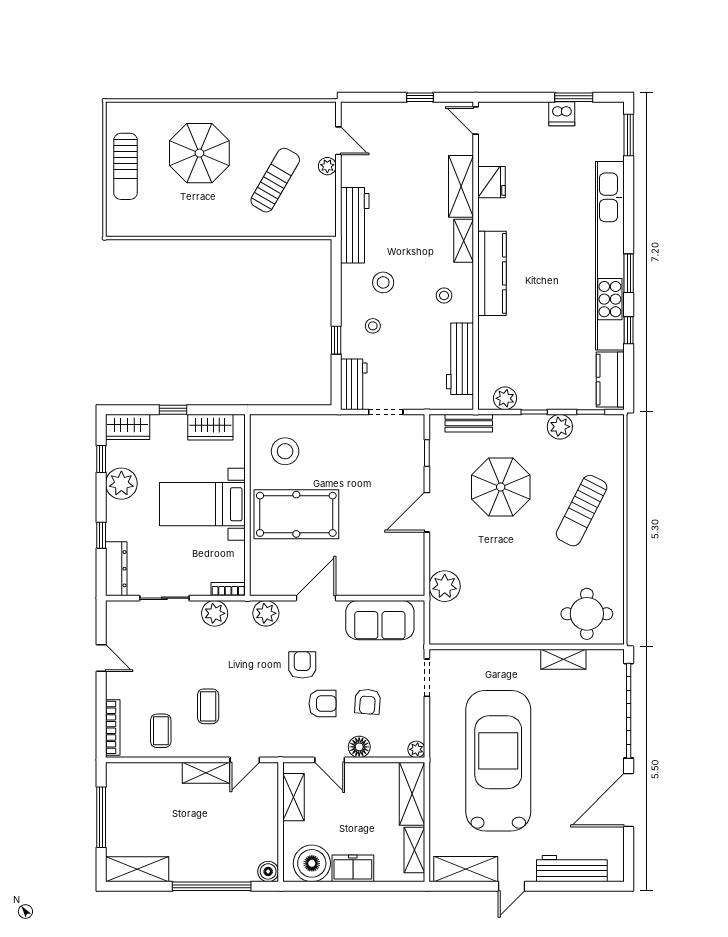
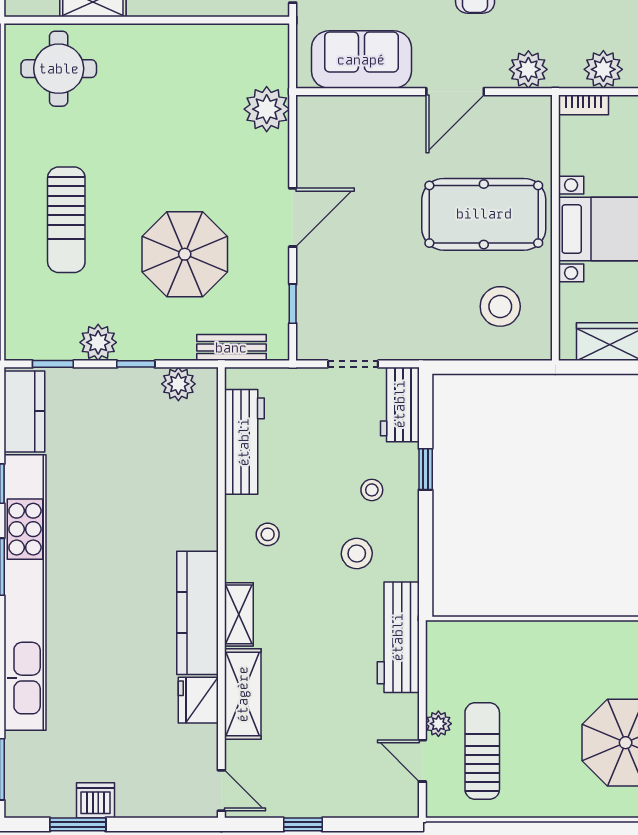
sun lounger: (275, 180) -> (482, 751), moved, turned 150
kitchen counter: (492, 273) -> (197, 613), moved
sun lounger: (582, 511) -> (66, 220), turned 153

